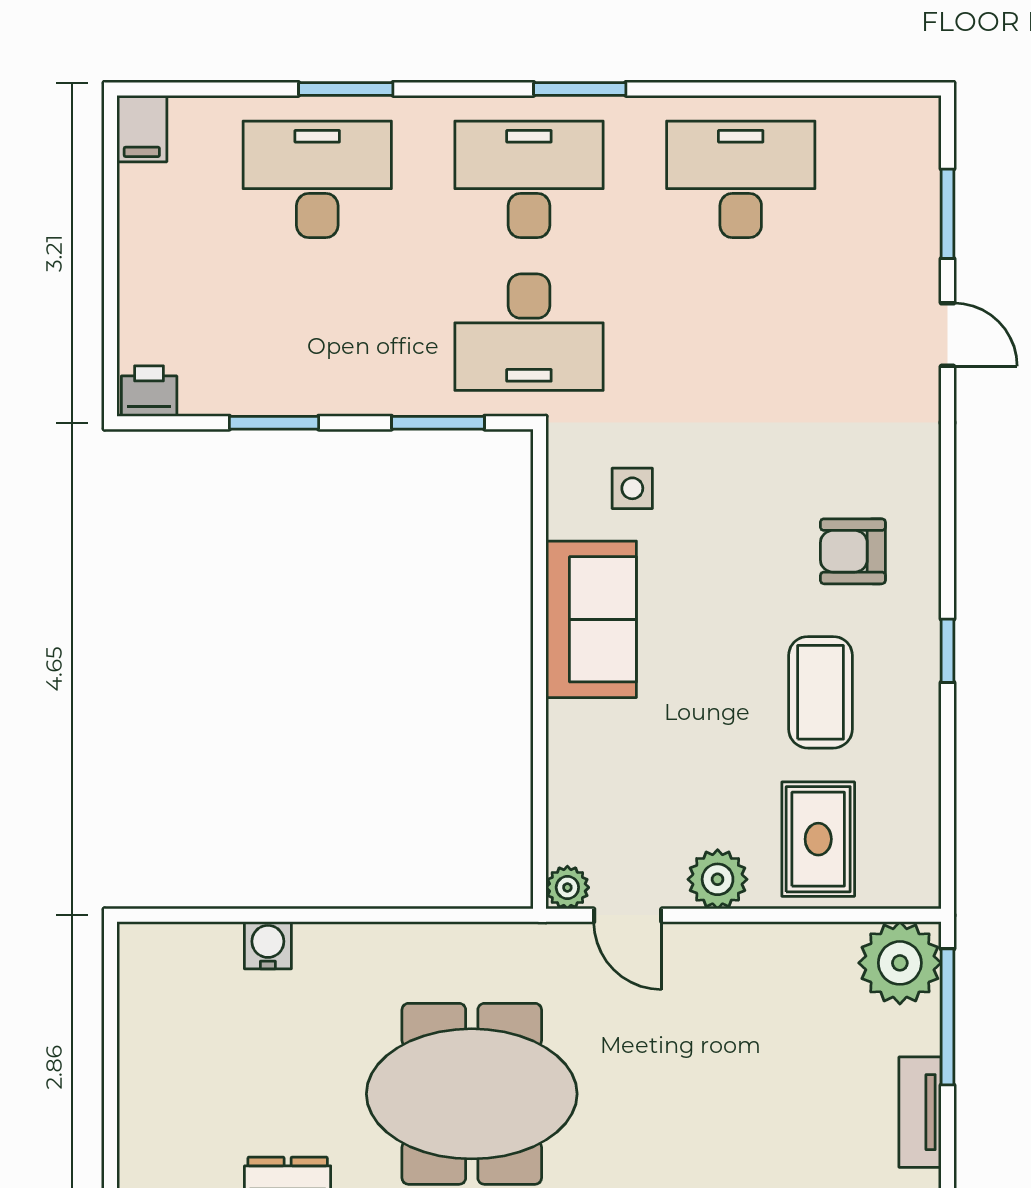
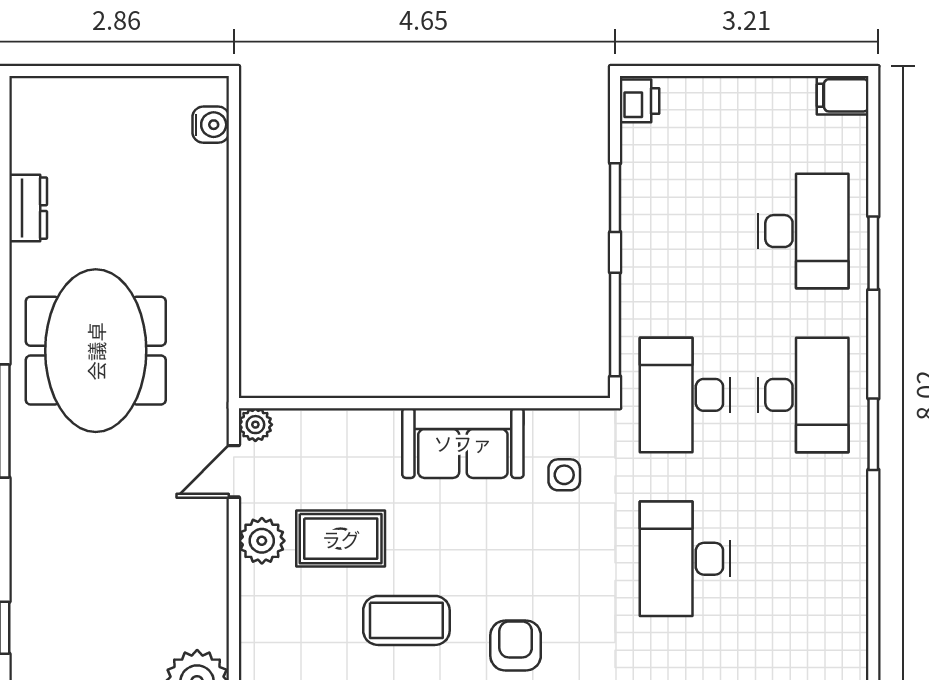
desk: (741, 179) -> (685, 559), moved, turned 180
window: (438, 423) -> (615, 324), width x1.44
rug: (818, 839) -> (341, 539), moved
water cooler: (268, 945) -> (211, 125), moved

